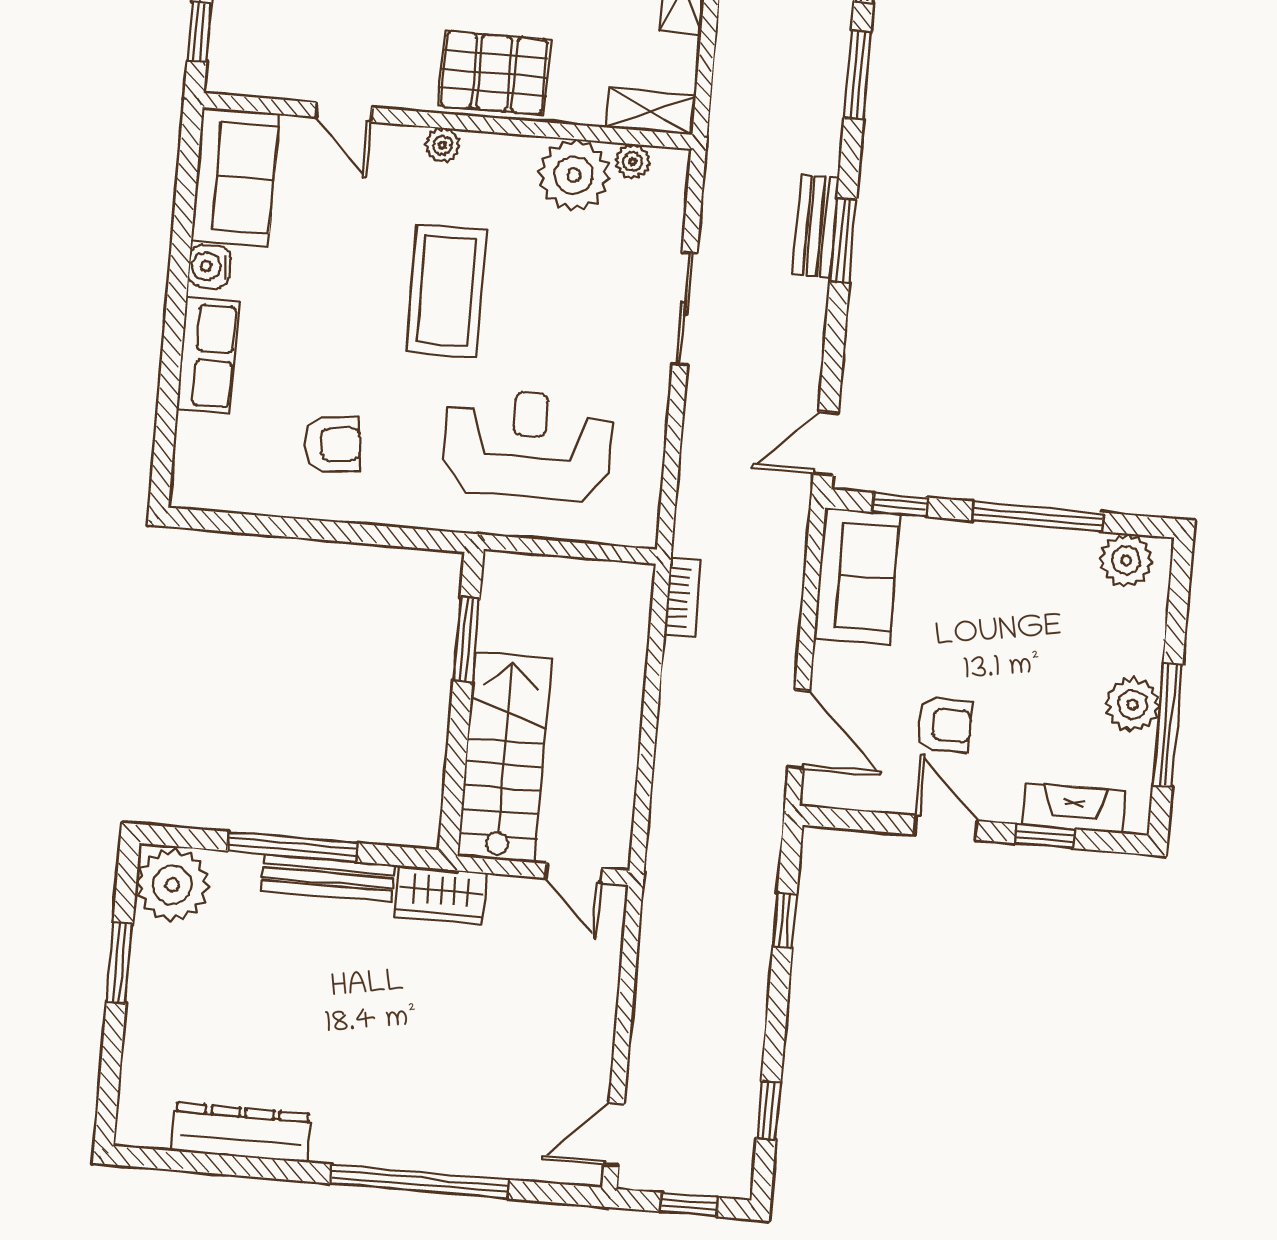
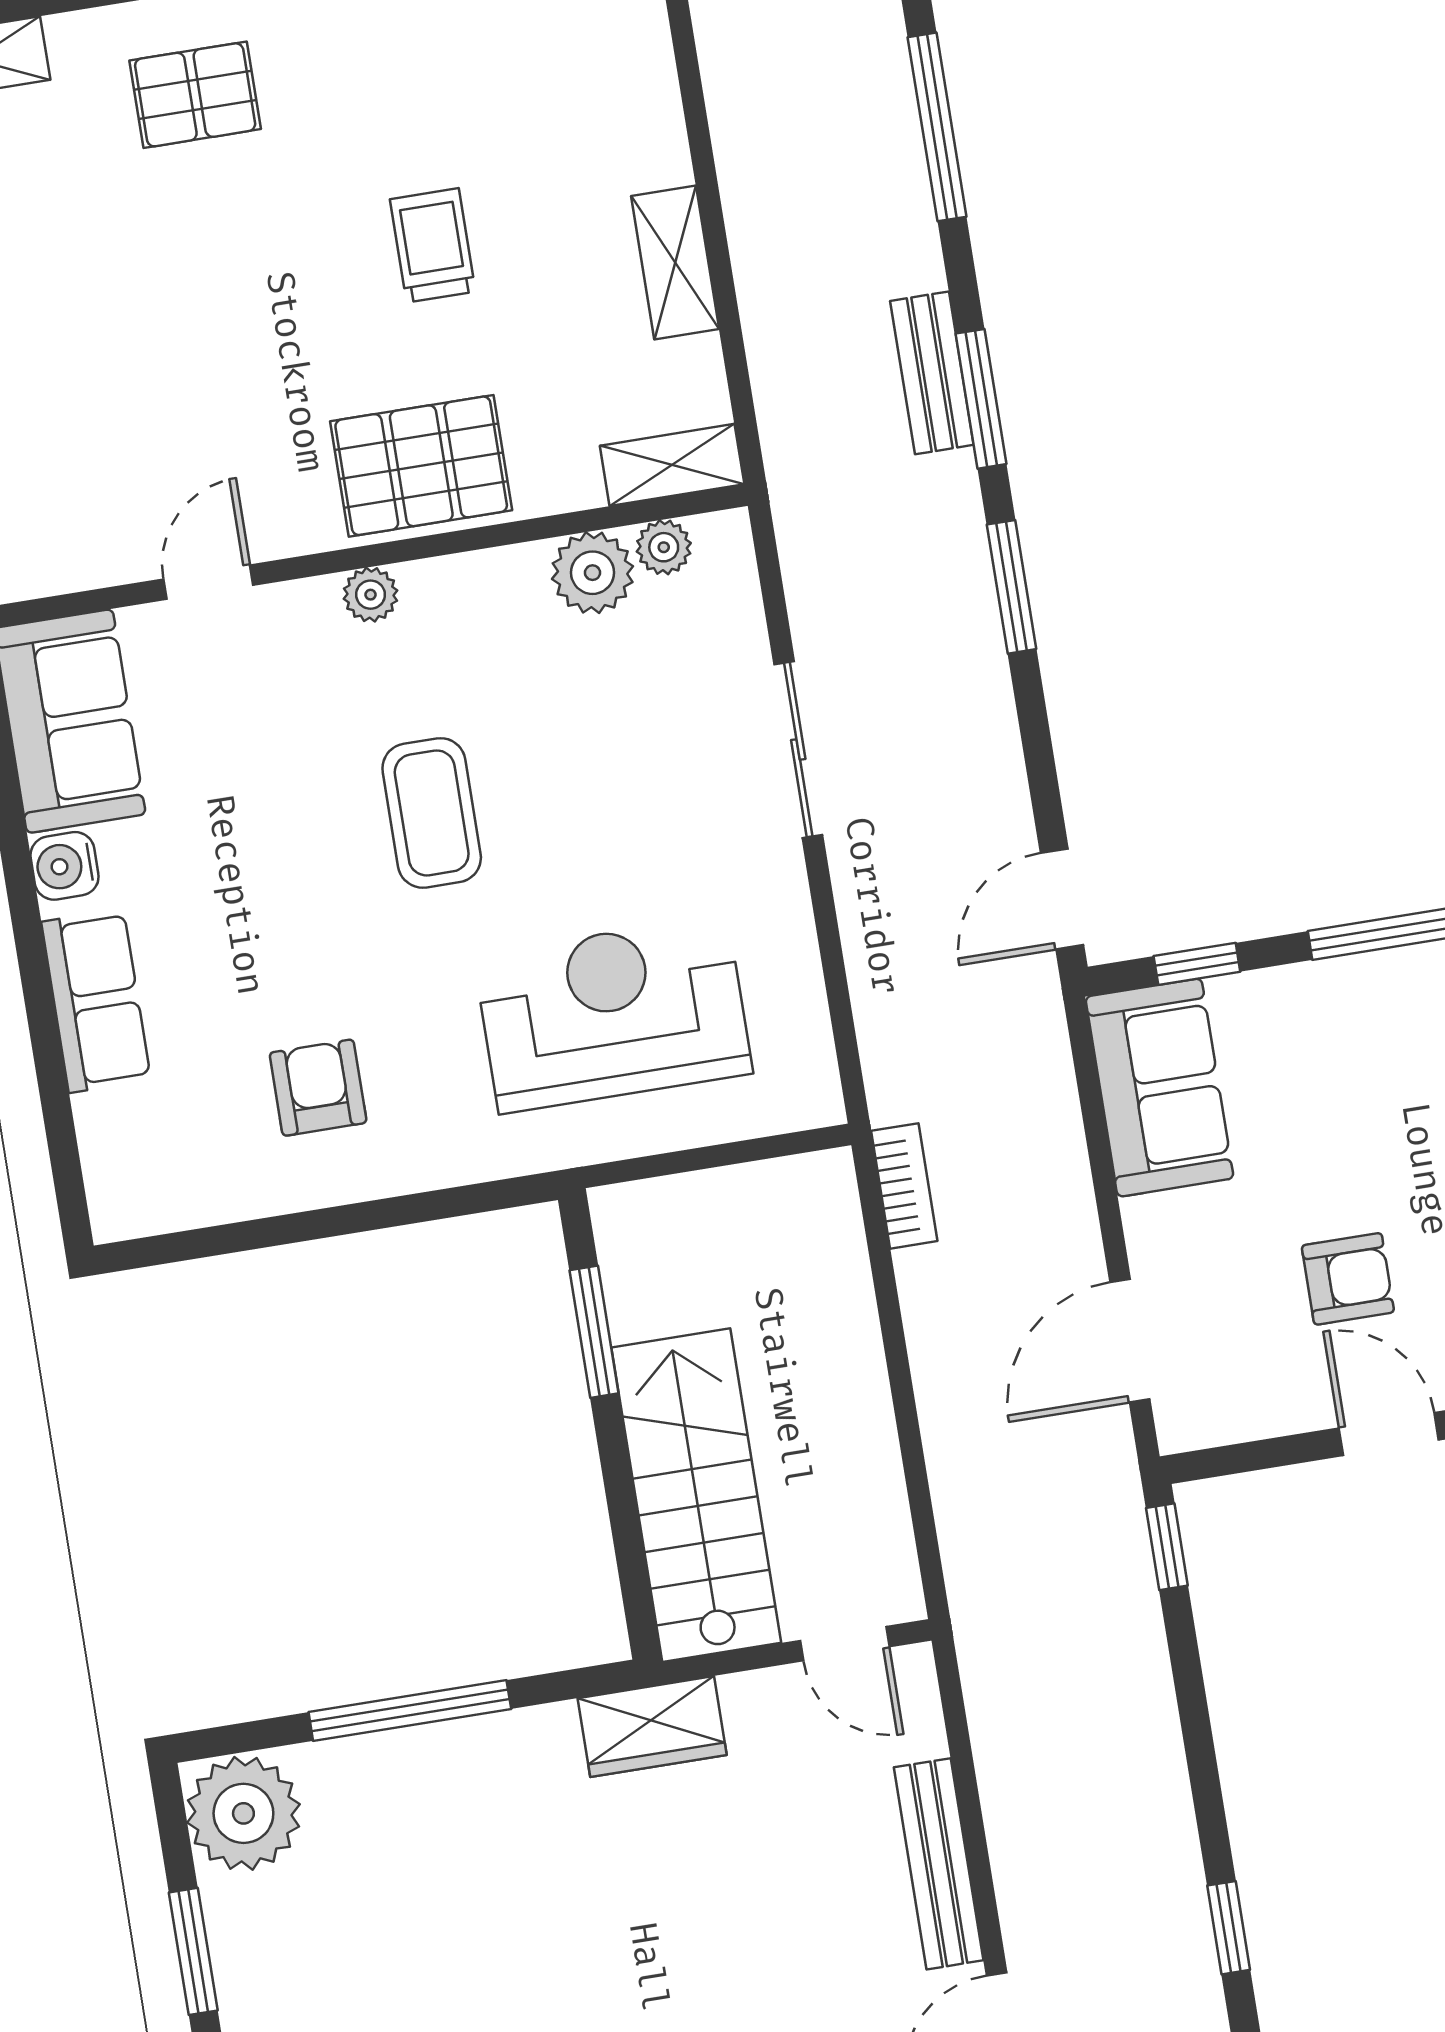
window: (857, 75) -> (981, 399), moved
door: (343, 112) -> (208, 582), swing flipped
plant: (574, 175) -> (593, 573), width x0.73, depth x0.73
bench: (816, 226) -> (932, 373), moved
coffee table: (446, 291) -> (432, 813), width x0.73, depth x0.76
armchair: (333, 444) -> (318, 1088), turned -84
door: (799, 729) -> (1130, 1341), swing flipped
bench: (328, 878) -> (939, 1864), moved, turned 90
window: (785, 920) -> (1167, 1547), moved

